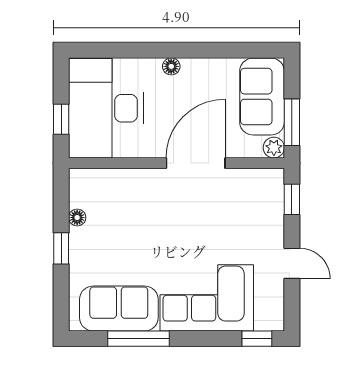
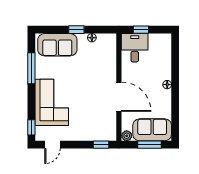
desk: (106, 108) -> (135, 48), width x0.53, depth x0.77
window: (292, 122) -> (150, 145), moved
door: (292, 263) -> (52, 145), moved
sofa: (119, 309) -> (57, 45), moved, turned 90

